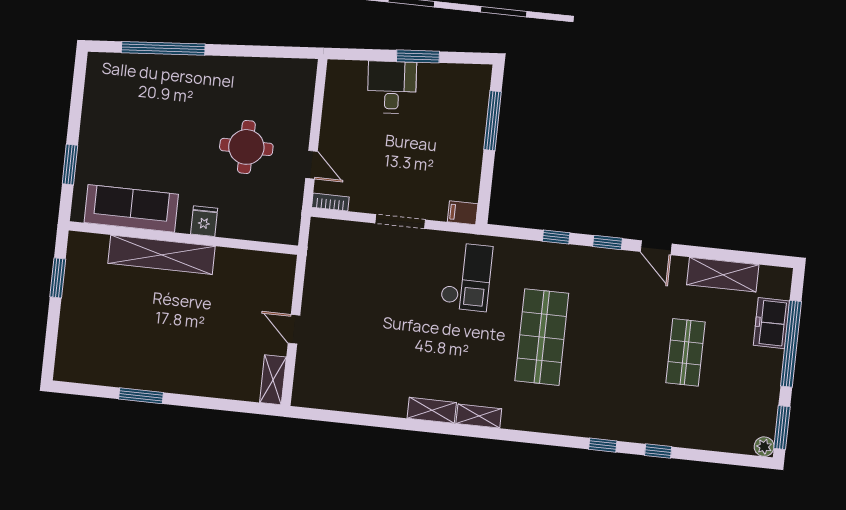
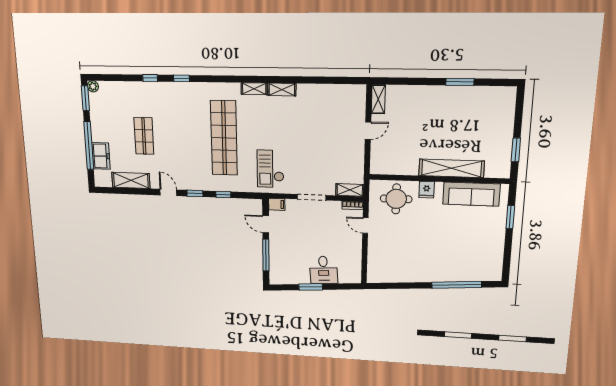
round table: (246, 147) -> (396, 199), moved
door: (486, 178) -> (266, 224), added
shelving: (333, 230) -> (350, 190), added
door: (294, 329) -> (368, 131), hinge flipped
shop shelf: (542, 337) -> (224, 138), width x1.40

